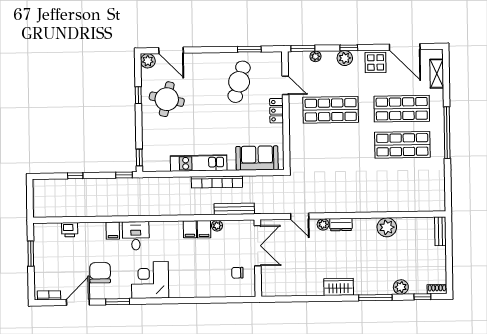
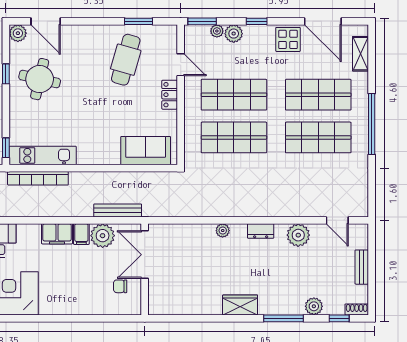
plant: (345, 58) -> (234, 34), moved
shop shelf: (331, 146) -> (234, 137), added
kitchen unit: (199, 163) -> (43, 155), moved
bookcase: (217, 182) -> (38, 178), moved
door: (300, 216) -> (337, 220), moved
dresser: (341, 225) -> (261, 231), moved
plant: (217, 226) -> (103, 236), width x1.87, depth x1.87
filing cabinet: (190, 229) -> (57, 234), width x2.00
bench: (440, 231) -> (362, 267), moved
double door: (258, 246) -> (145, 255), swing flipped

